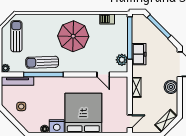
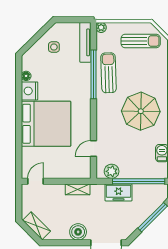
door: (130, 121) -> (36, 181), swing flipped

